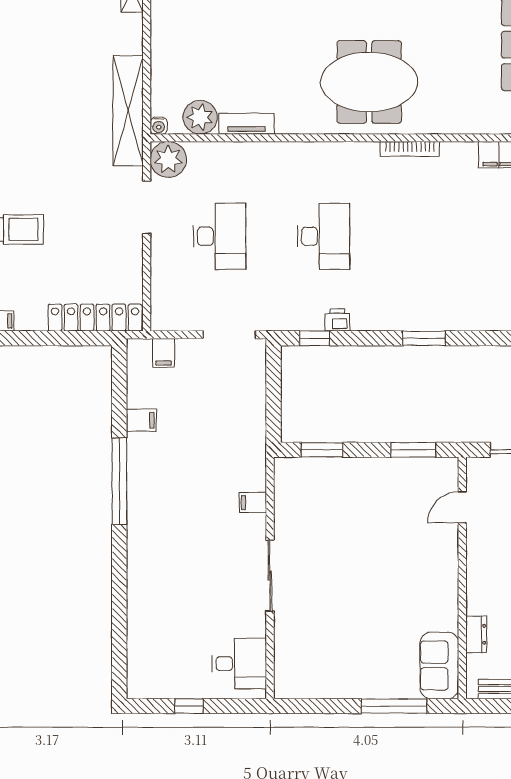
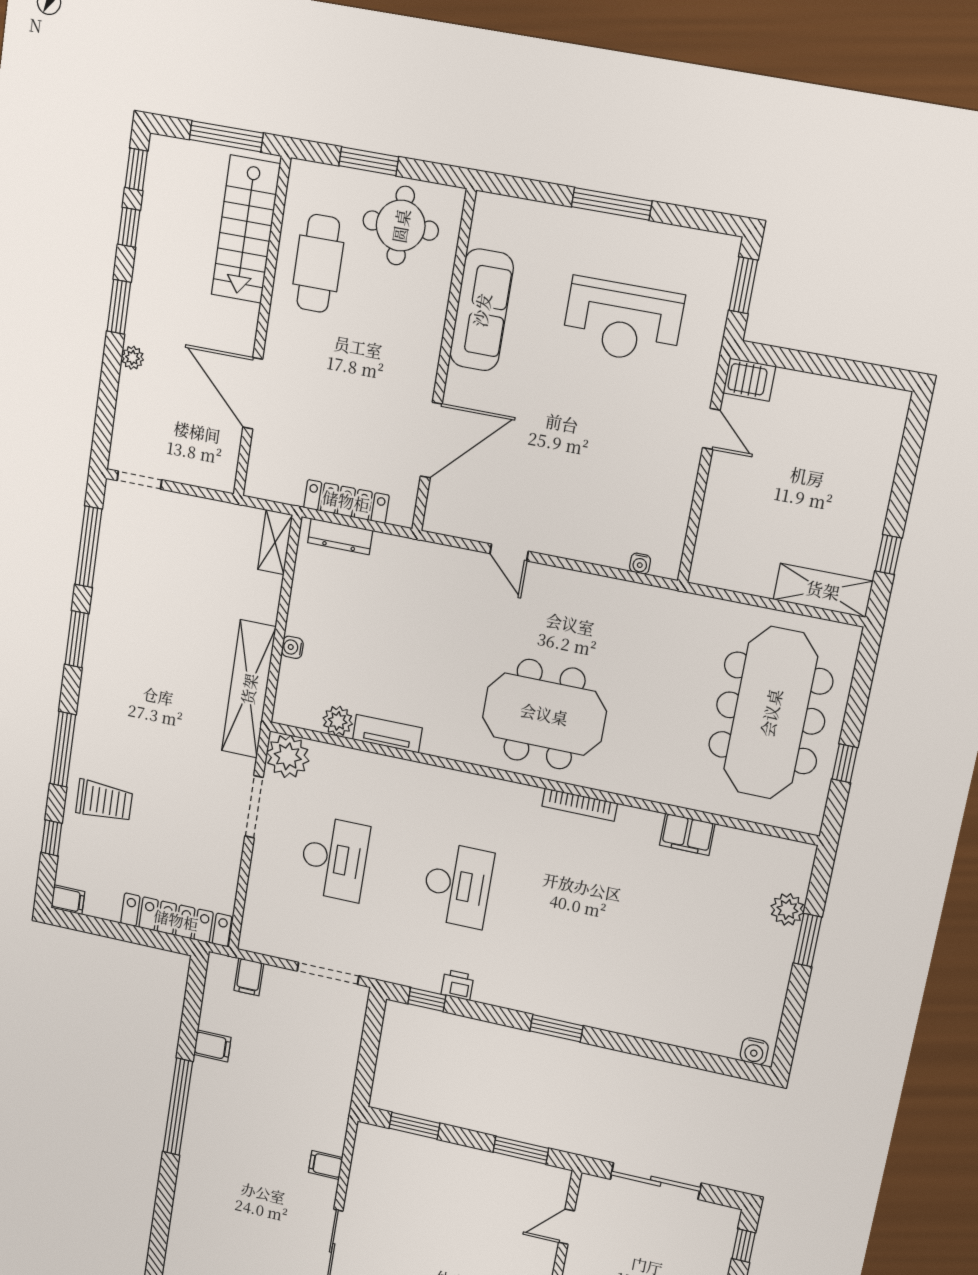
plant: (200, 117) -> (338, 721), width x0.73, depth x0.73
water cooler: (159, 126) -> (292, 647), moved, turned 90

